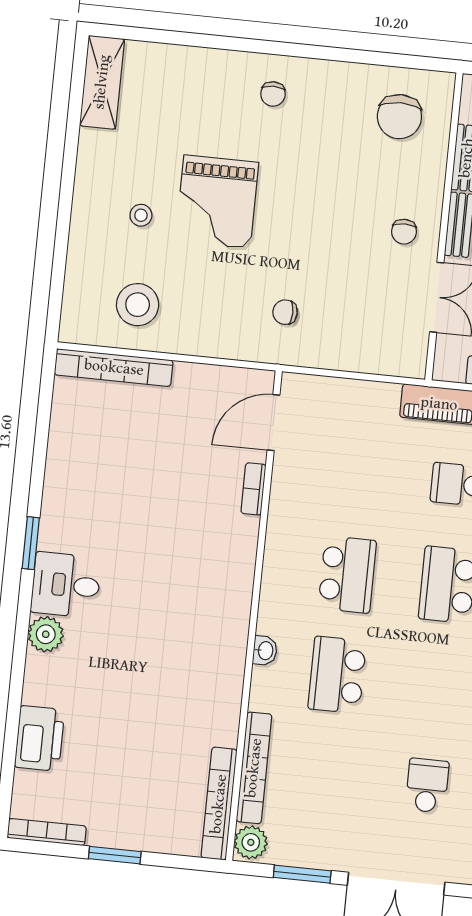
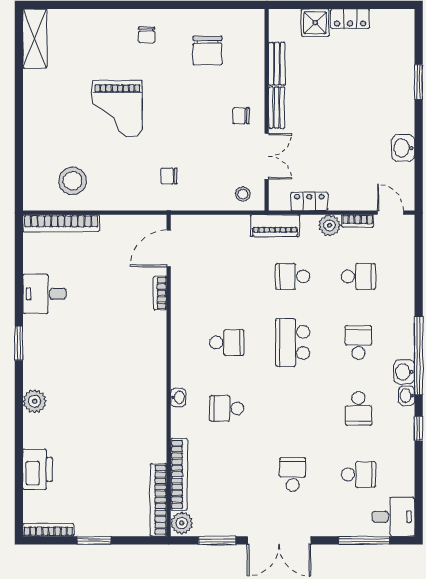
chair: (399, 117) -> (207, 51), moved
stool: (141, 215) -> (243, 194), moved
chair: (404, 232) -> (241, 116), turned 90
school desk: (347, 575) -> (227, 342), width x0.54
desk: (66, 585) -> (44, 294), moved
school desk: (337, 675) -> (227, 408), width x0.54

